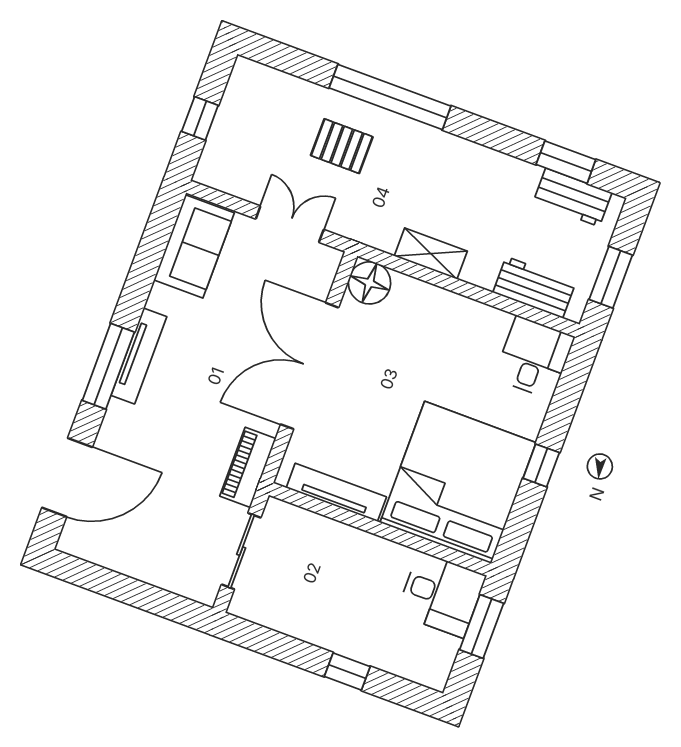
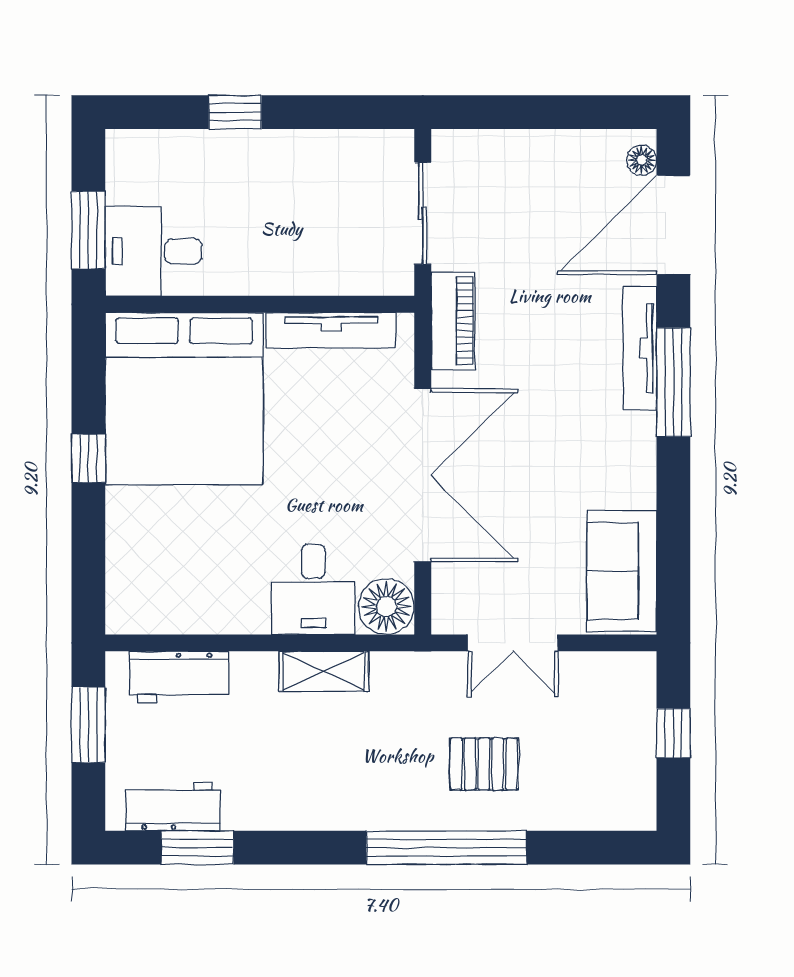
tv unit: (139, 356) -> (640, 348), moved
desk: (534, 358) -> (313, 589), moved
floor lamp: (73, 531) -> (642, 160), added

